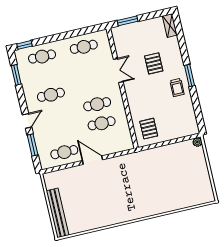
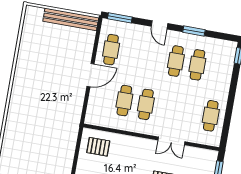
cafe table: (42, 57) -> (197, 65), moved
window: (16, 75) -> (194, 31), moved
window: (33, 145) -> (120, 18), moved
bench: (57, 213) -> (71, 19), moved

